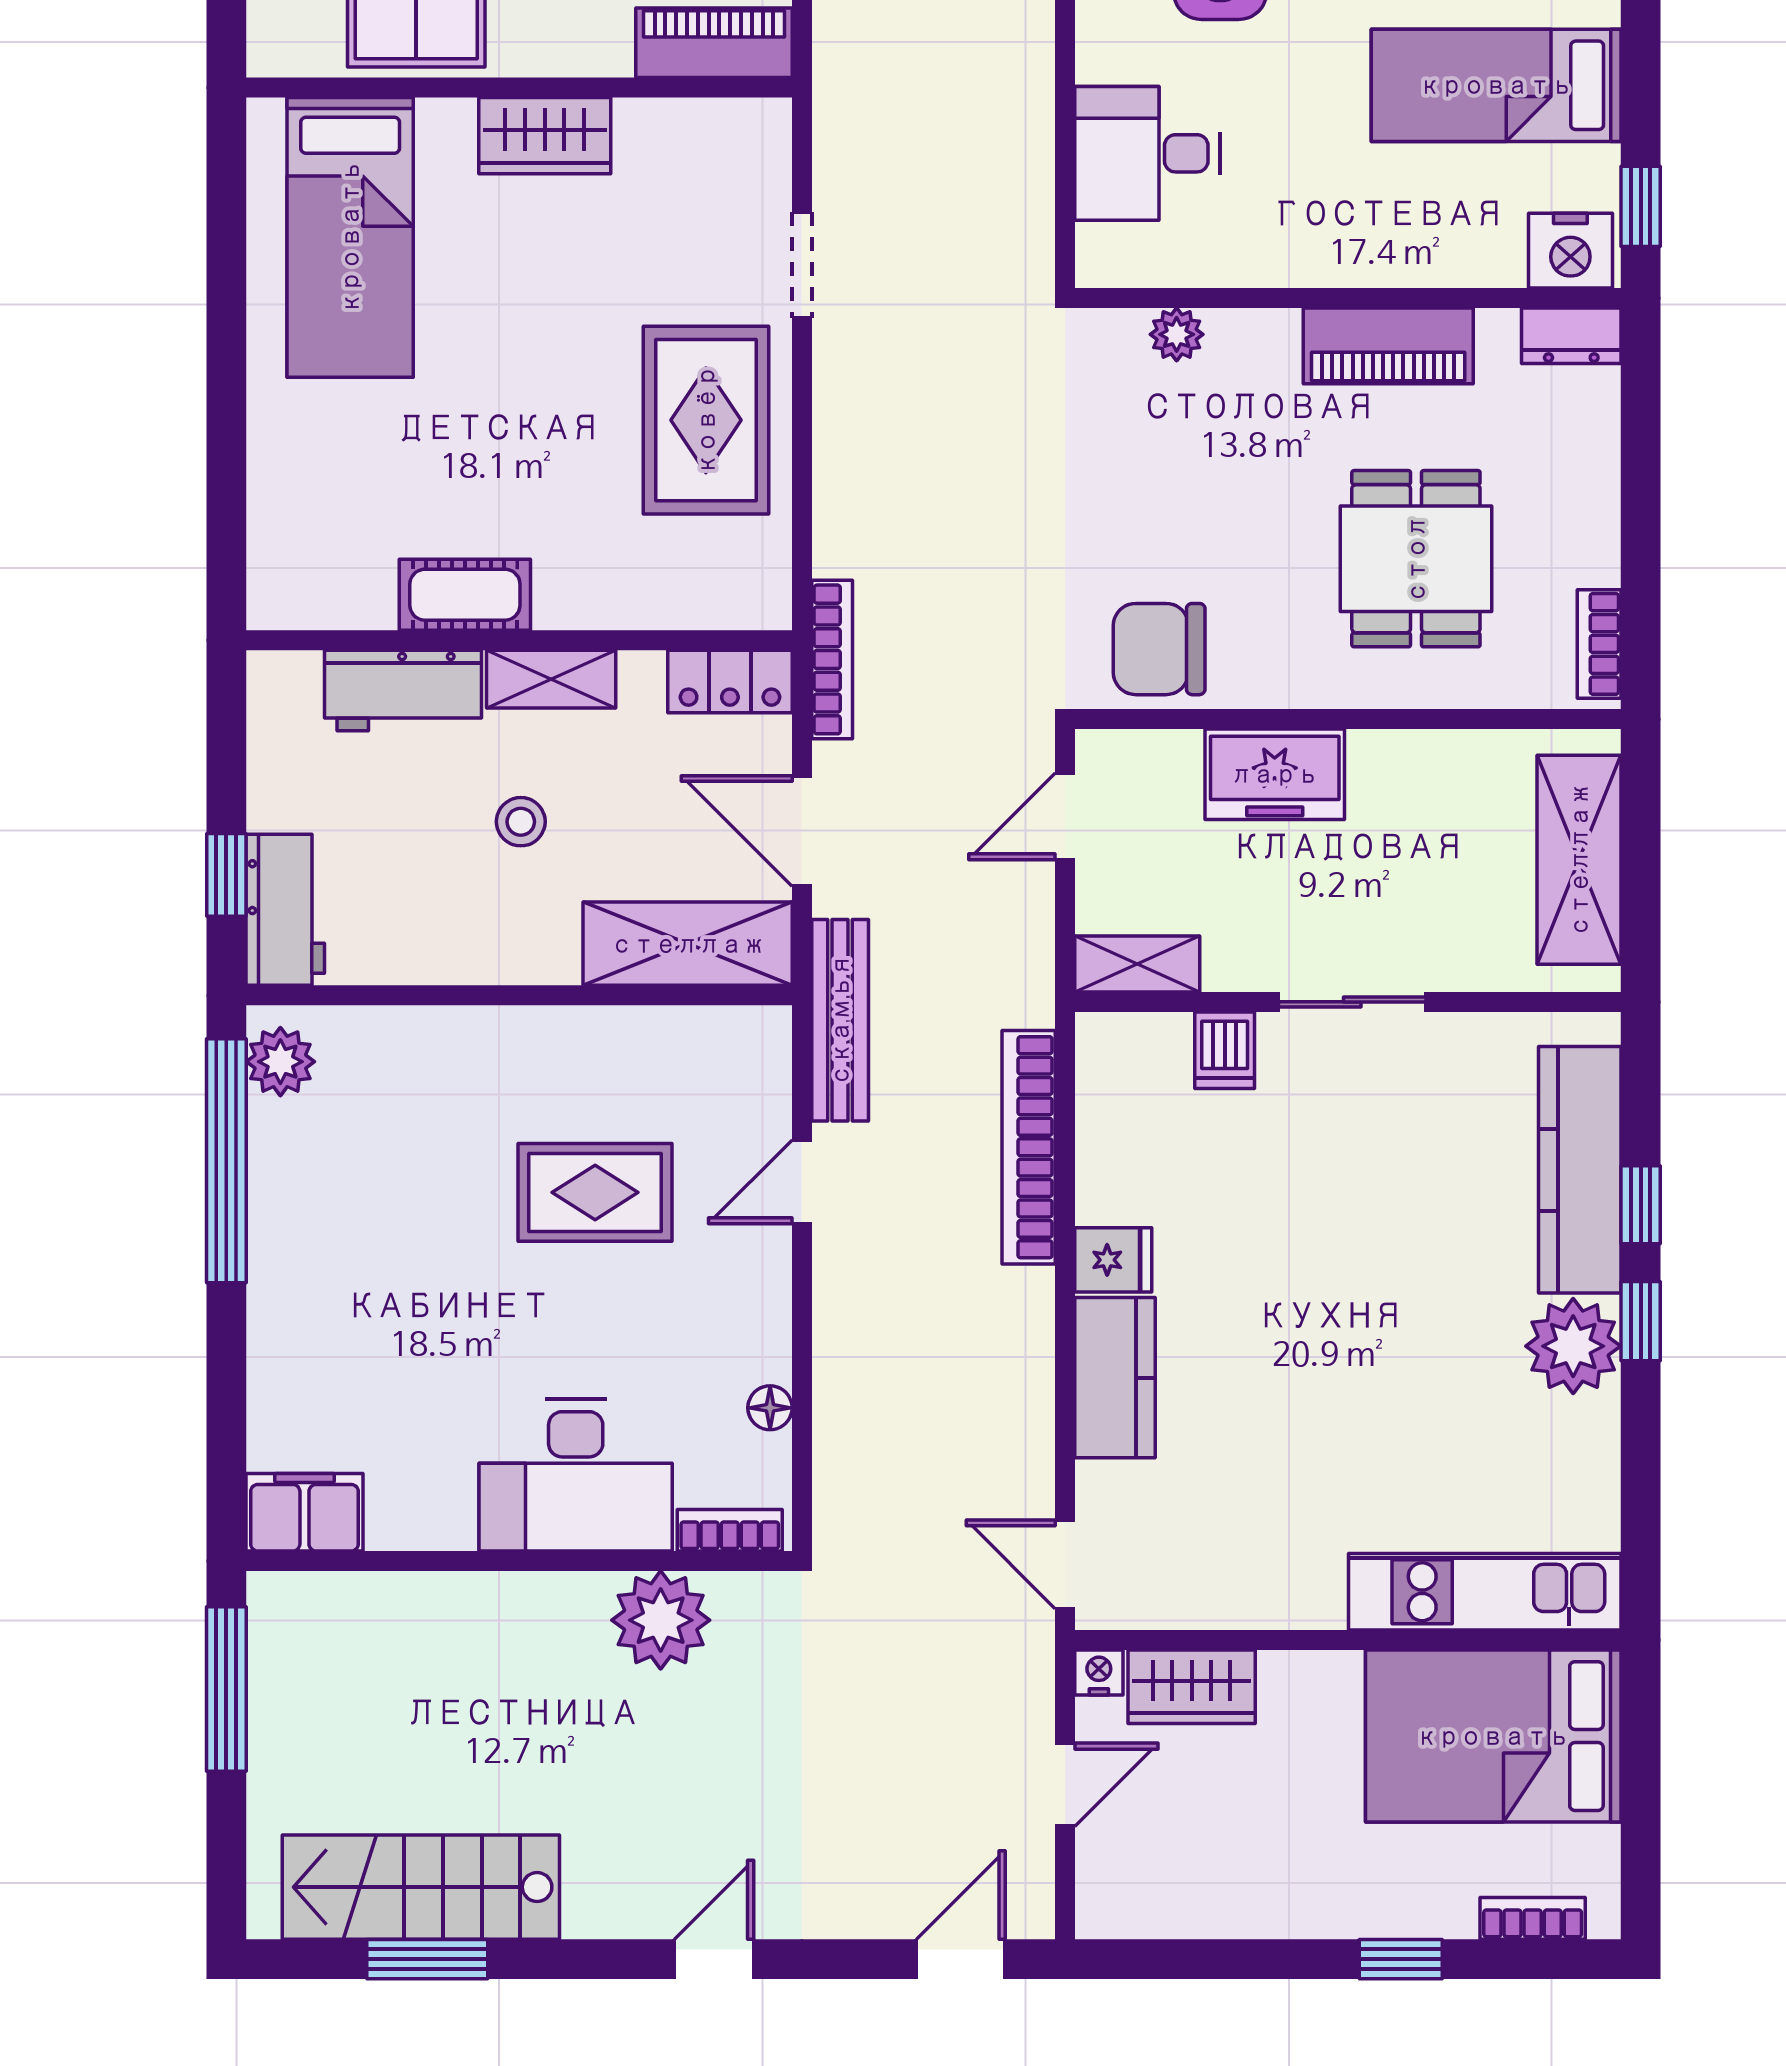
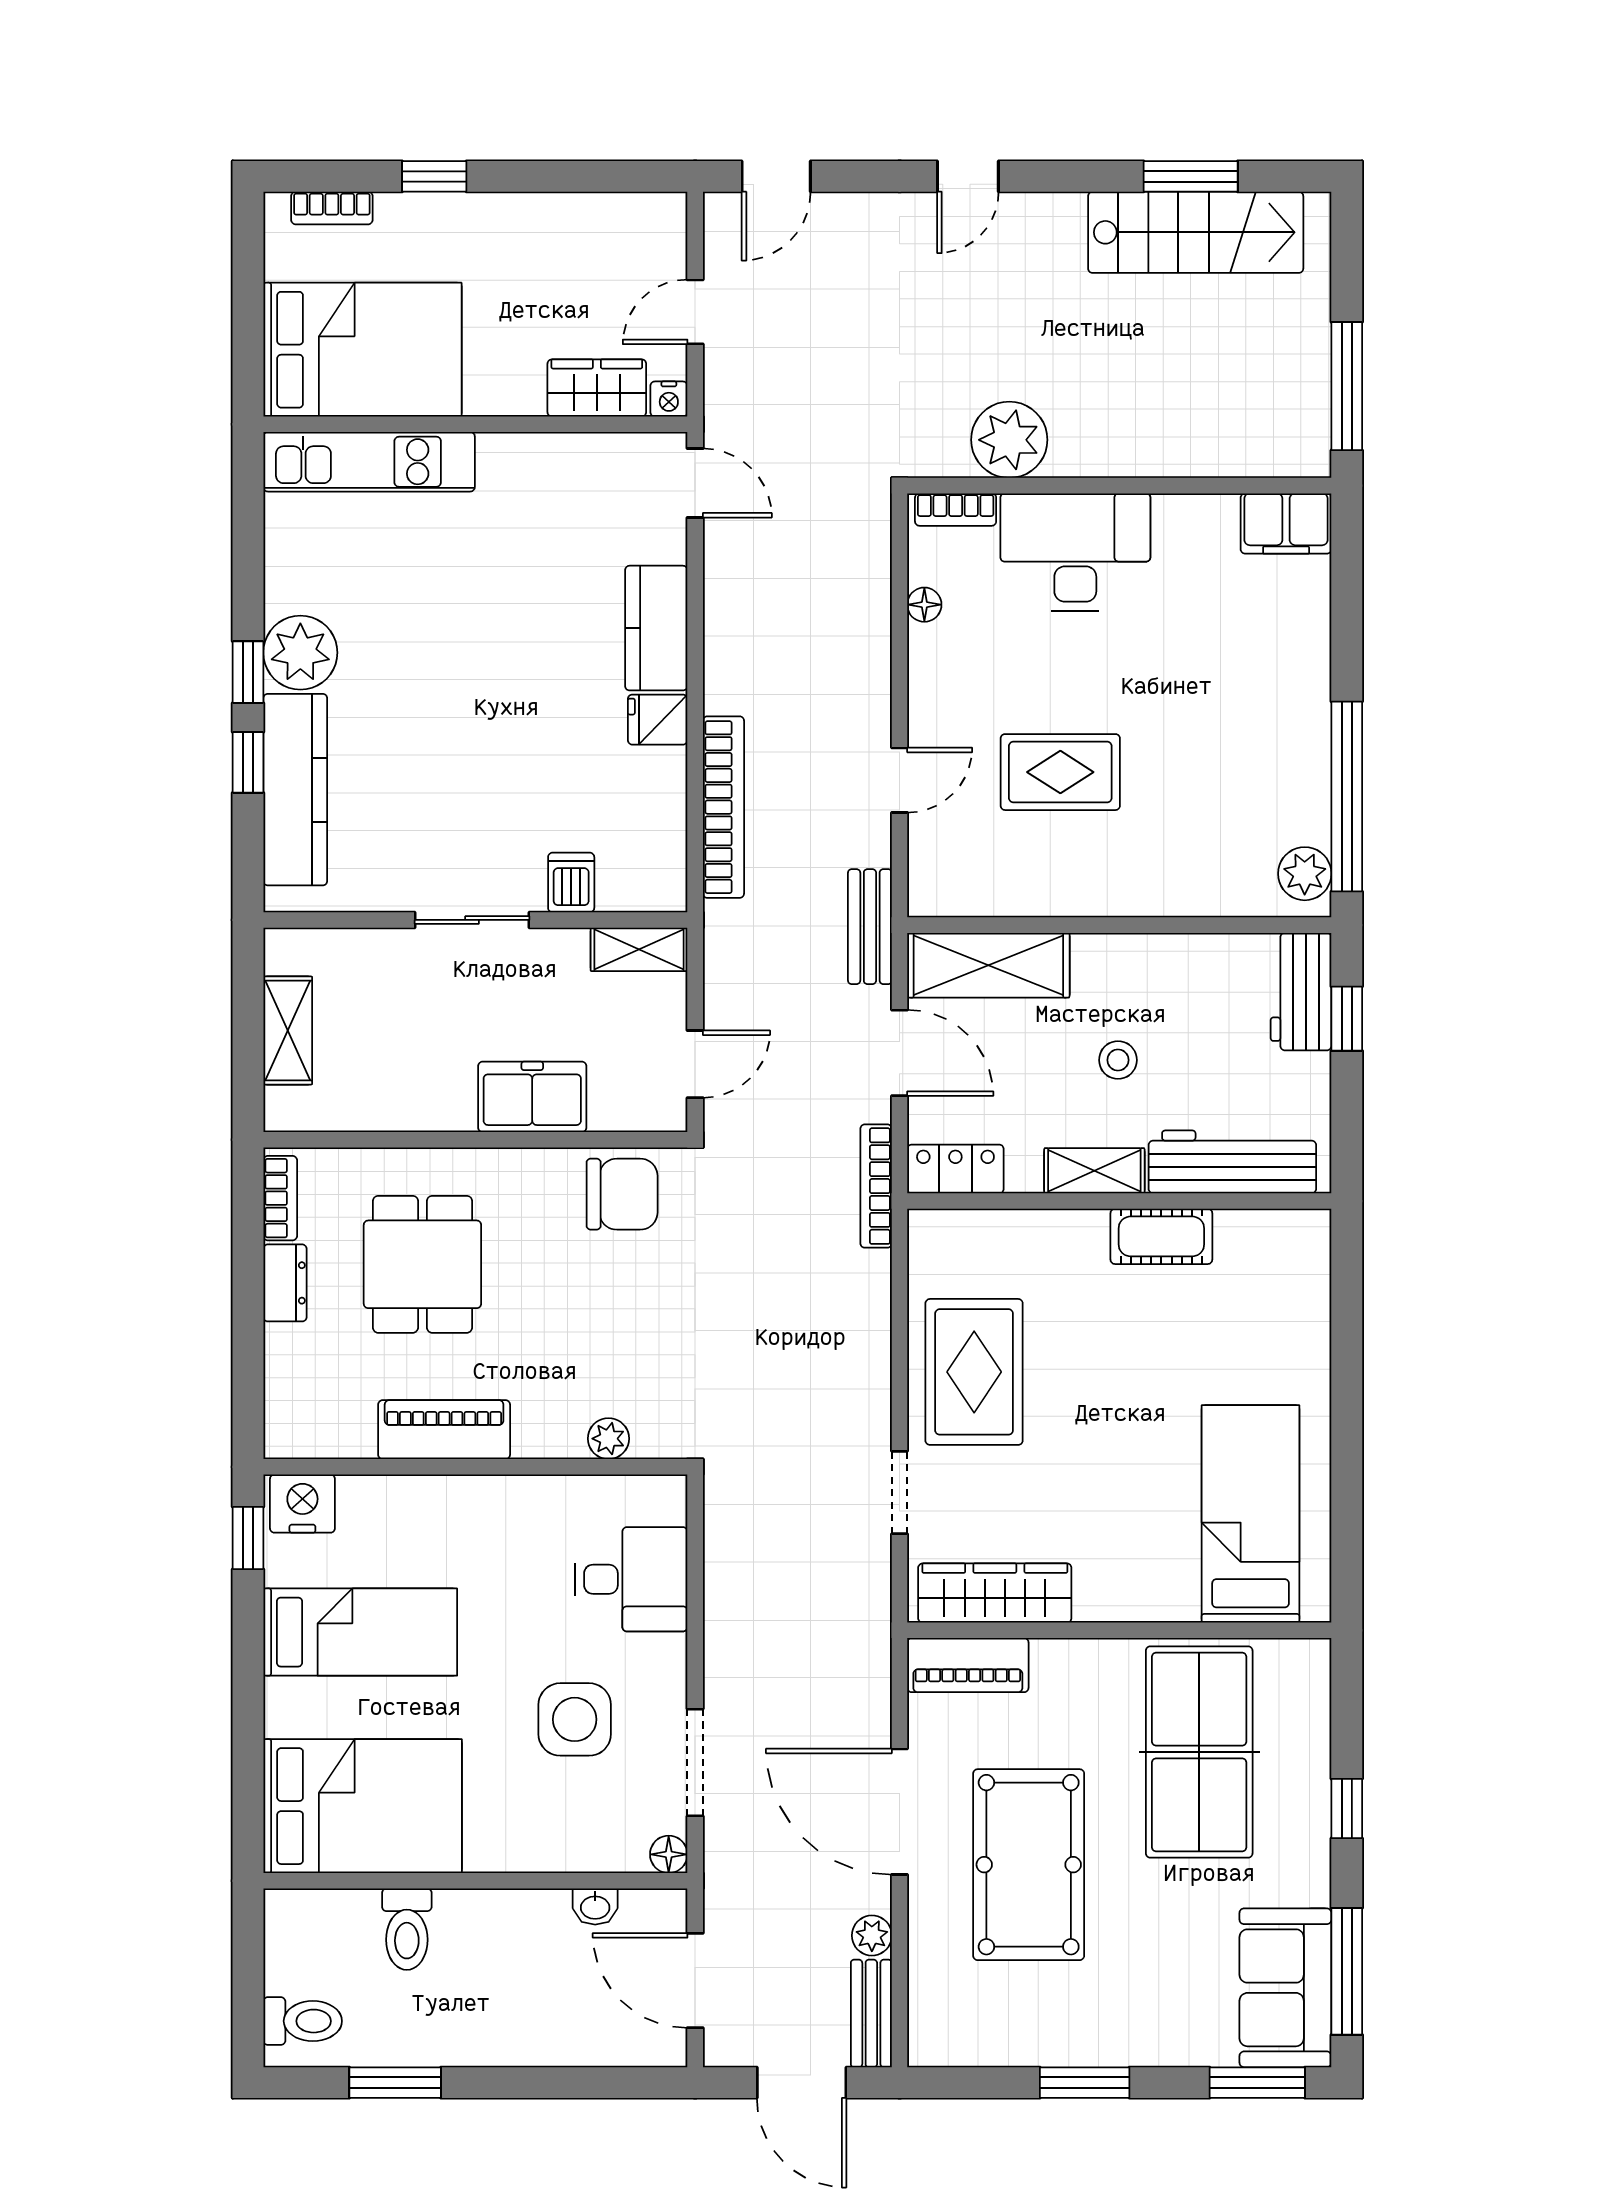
wardrobe: (545, 136) -> (995, 1593), moved, width x1.50
dresser: (1571, 336) -> (285, 1283), moved, turned 90
workbench: (403, 691) -> (1232, 1162), width x1.38
shelving: (1579, 860) -> (288, 1031), width x0.67, depth x0.75
bench: (840, 1020) -> (870, 927), width x0.73

